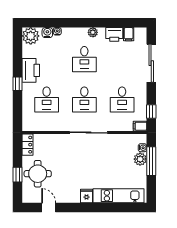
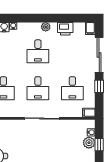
filing cabinet: (129, 34) -> (90, 29), moved
window: (151, 111) -> (99, 86), moved
window: (151, 161) -> (99, 145), width x0.46

